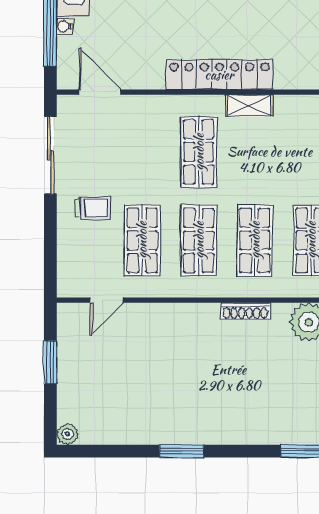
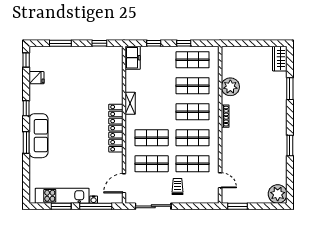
shelving: (249, 105) -> (130, 103), moved
shop shelf: (142, 152) -> (152, 164), added
window: (50, 362) -> (237, 206), moved
plant: (67, 434) -> (278, 194), width x1.88, depth x1.88

